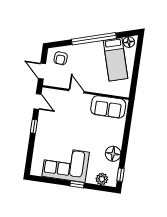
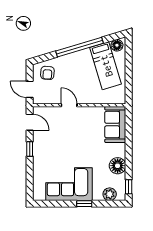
sofa: (108, 107) -> (115, 125), moved, turned 90

